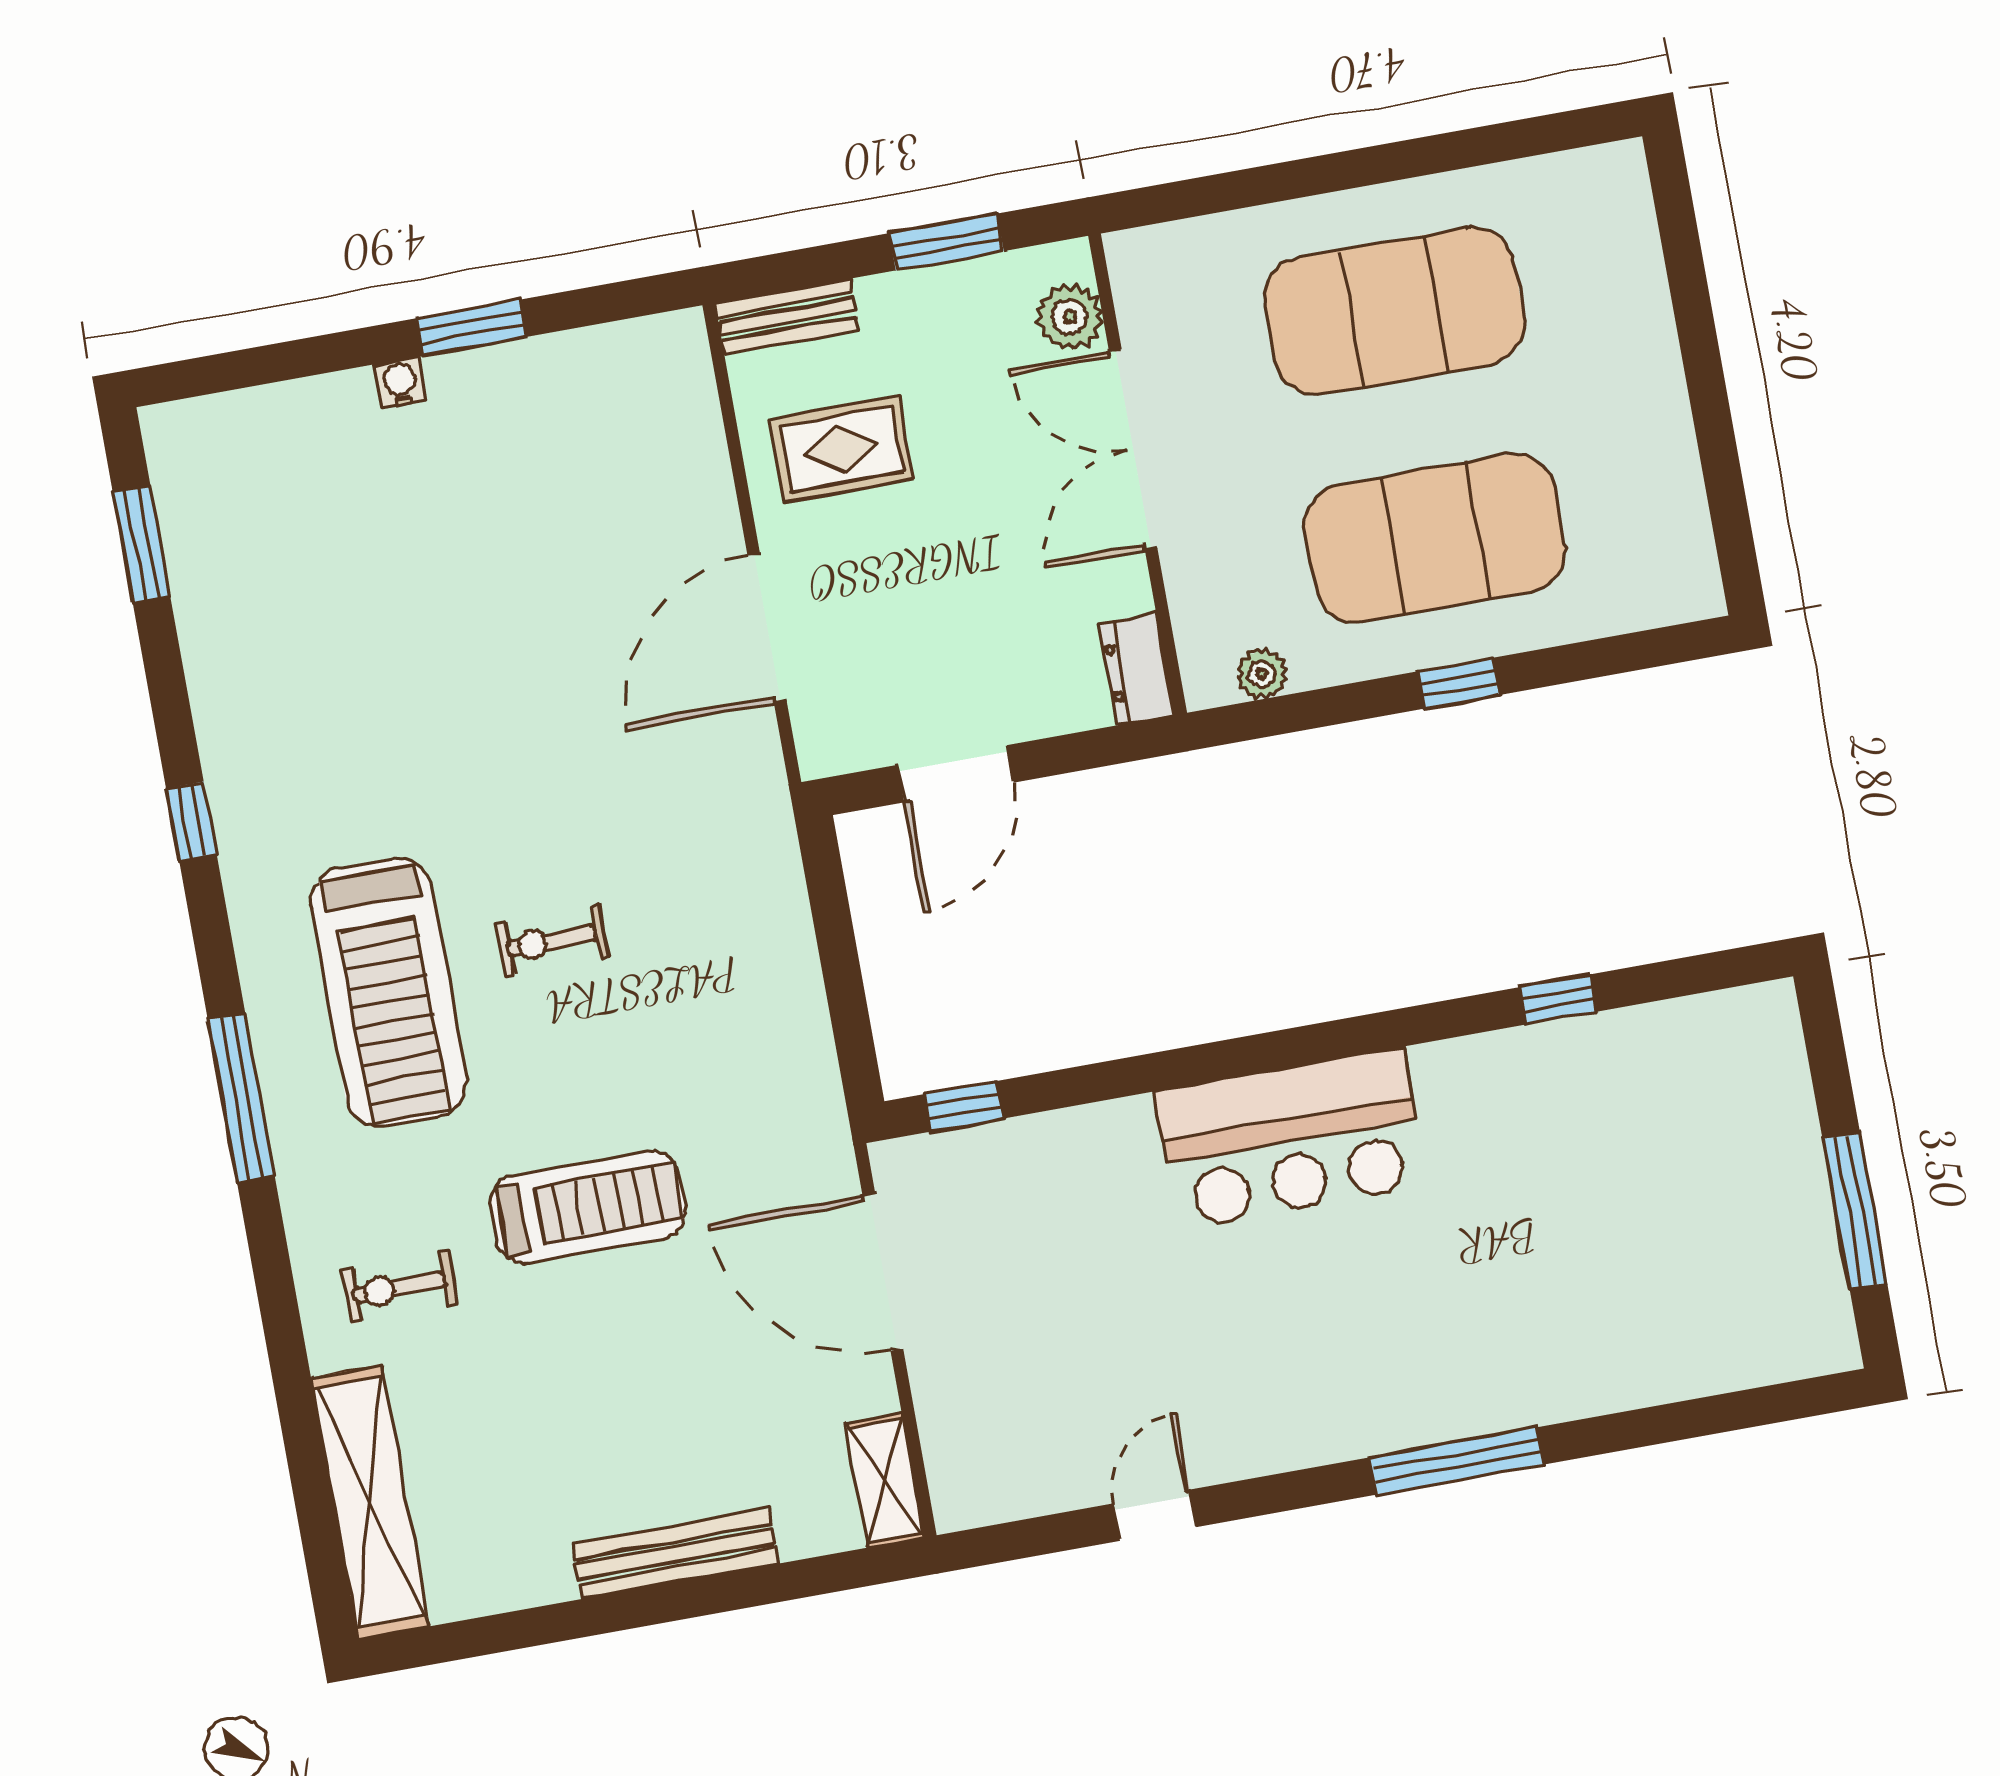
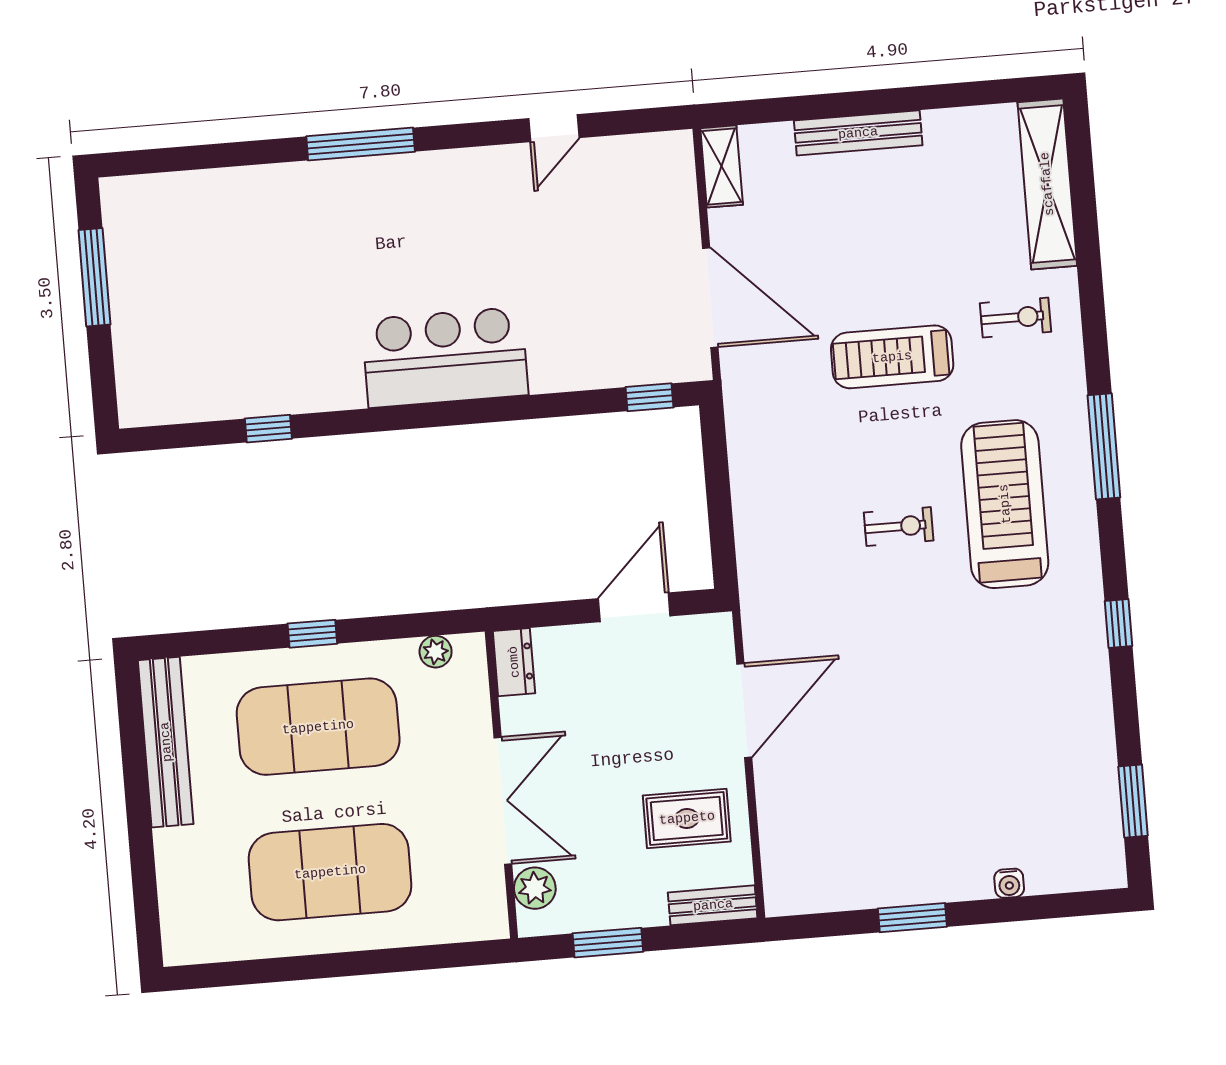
water cooler: (400, 383) -> (1009, 883), moved
bench: (1672, 491) -> (166, 742), added

